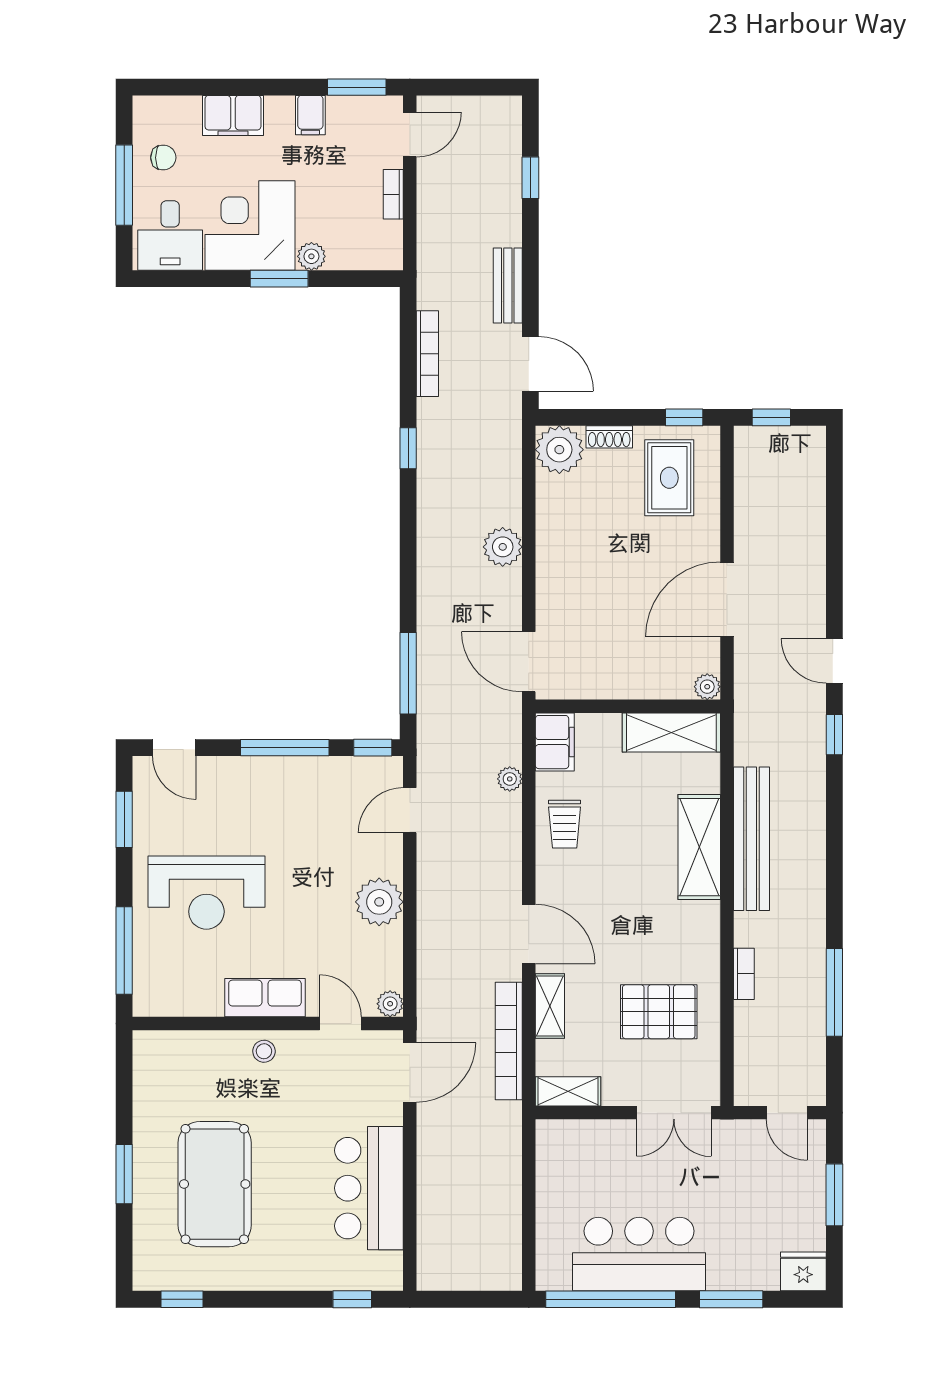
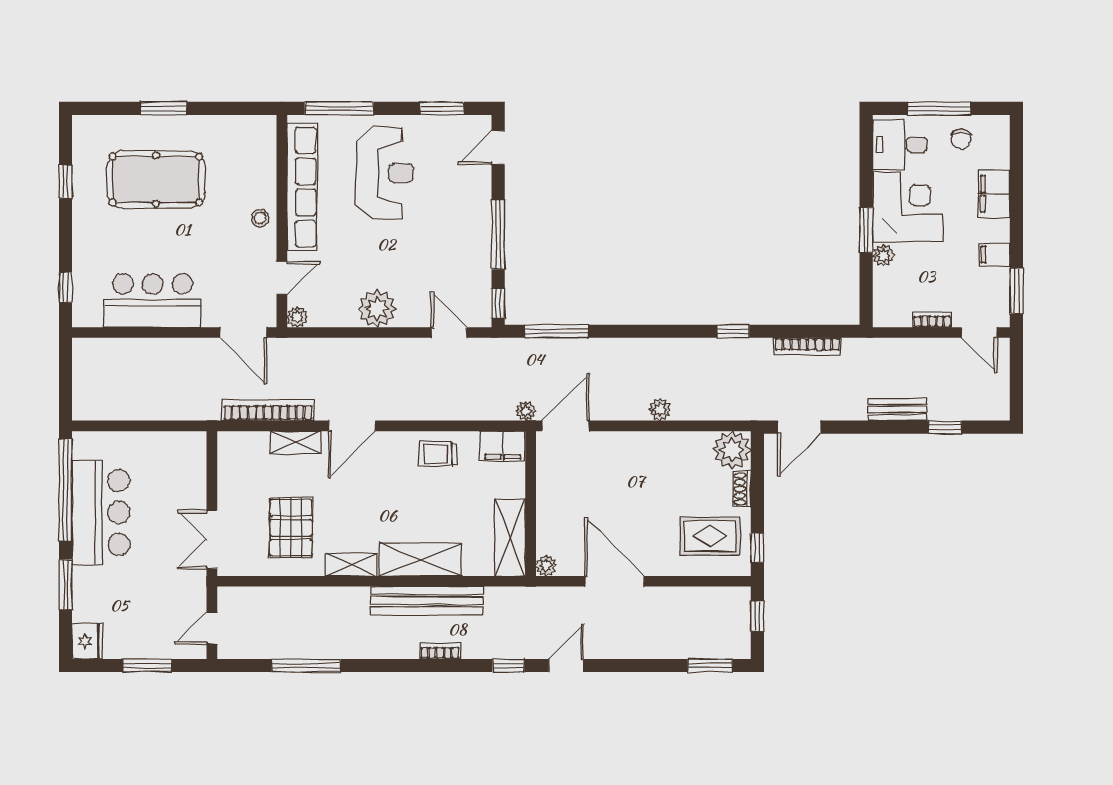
bench: (508, 286) -> (897, 409), moved
window: (834, 477) -> (710, 666), added
plant: (503, 547) -> (660, 410), width x0.73, depth x0.73
plant: (510, 779) -> (526, 411), moved
reception desk: (206, 893) -> (384, 173), turned 180
bookcase: (744, 974) -> (440, 651), moved, turned 180
row of seats: (265, 998) -> (302, 187), width x2.02
shelving: (568, 1091) -> (351, 565), moved, turned 90
window: (182, 1299) -> (65, 182), moved

